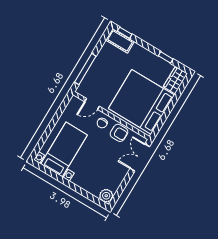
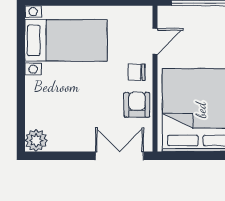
door: (92, 104) -> (155, 41), swing flipped
armchair: (119, 133) -> (137, 105), turned 180

